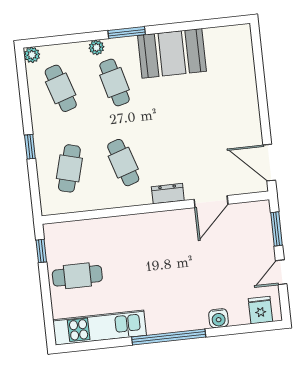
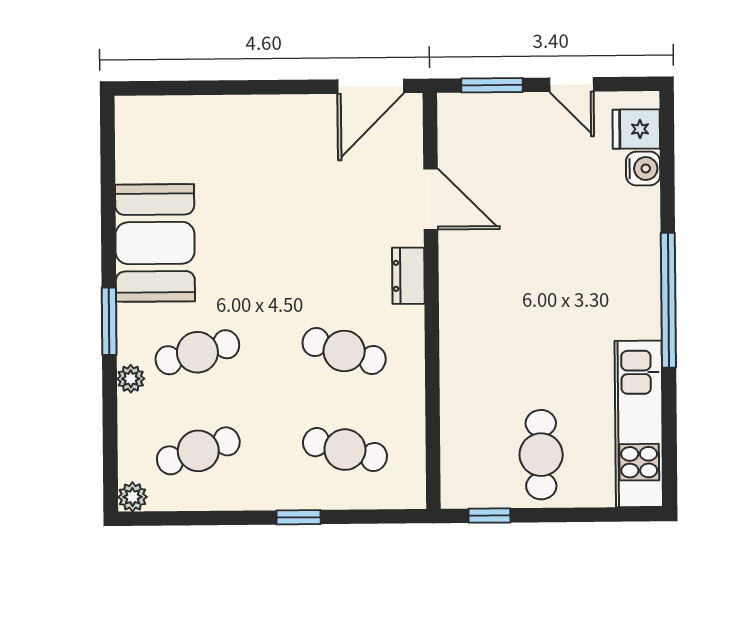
cafe table: (123, 163) -> (344, 351), turned 36
water cooler: (218, 318) -> (643, 169), moved

